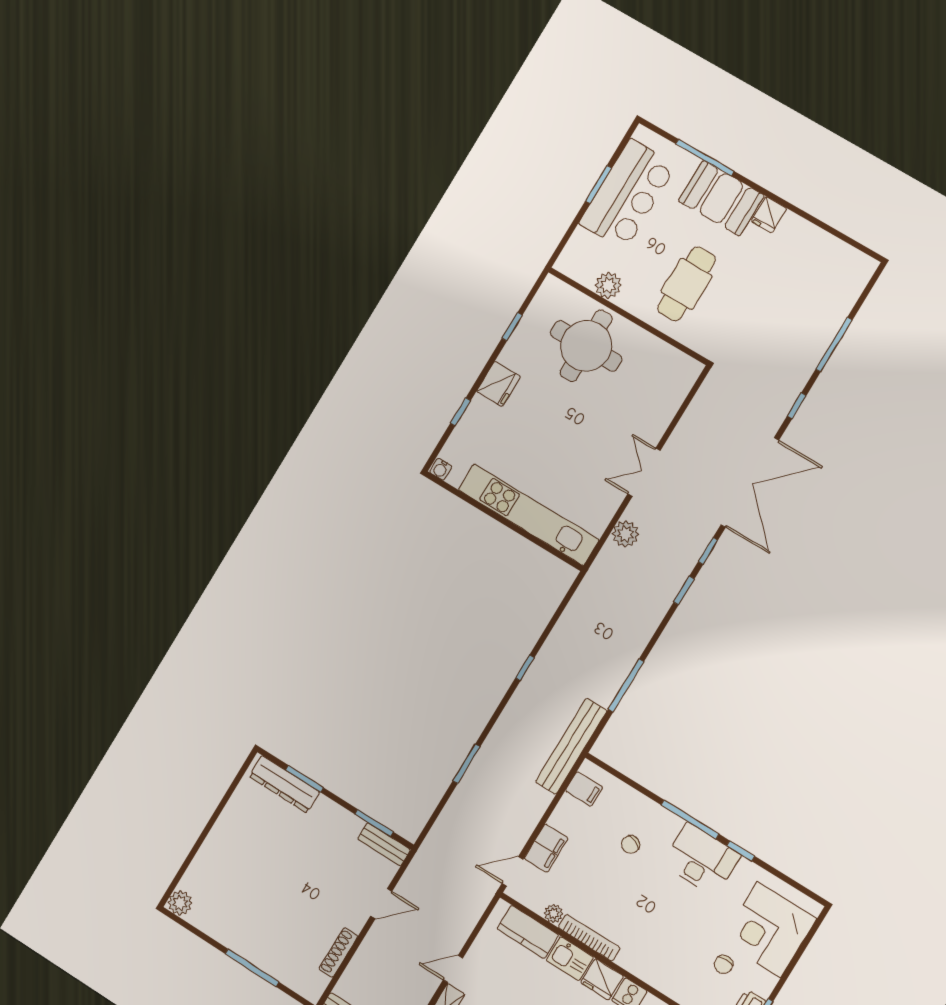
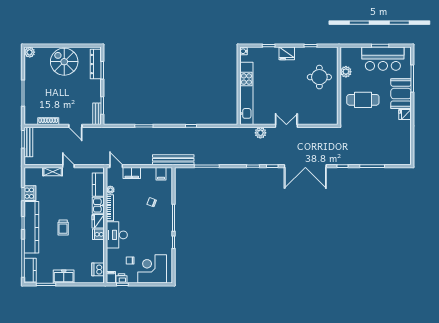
round table: (586, 346) -> (319, 77), width x0.73, depth x0.73
spiral stairs: (241, 845) -> (64, 62), added
desk: (701, 859) -> (117, 235), moved, turned 180

